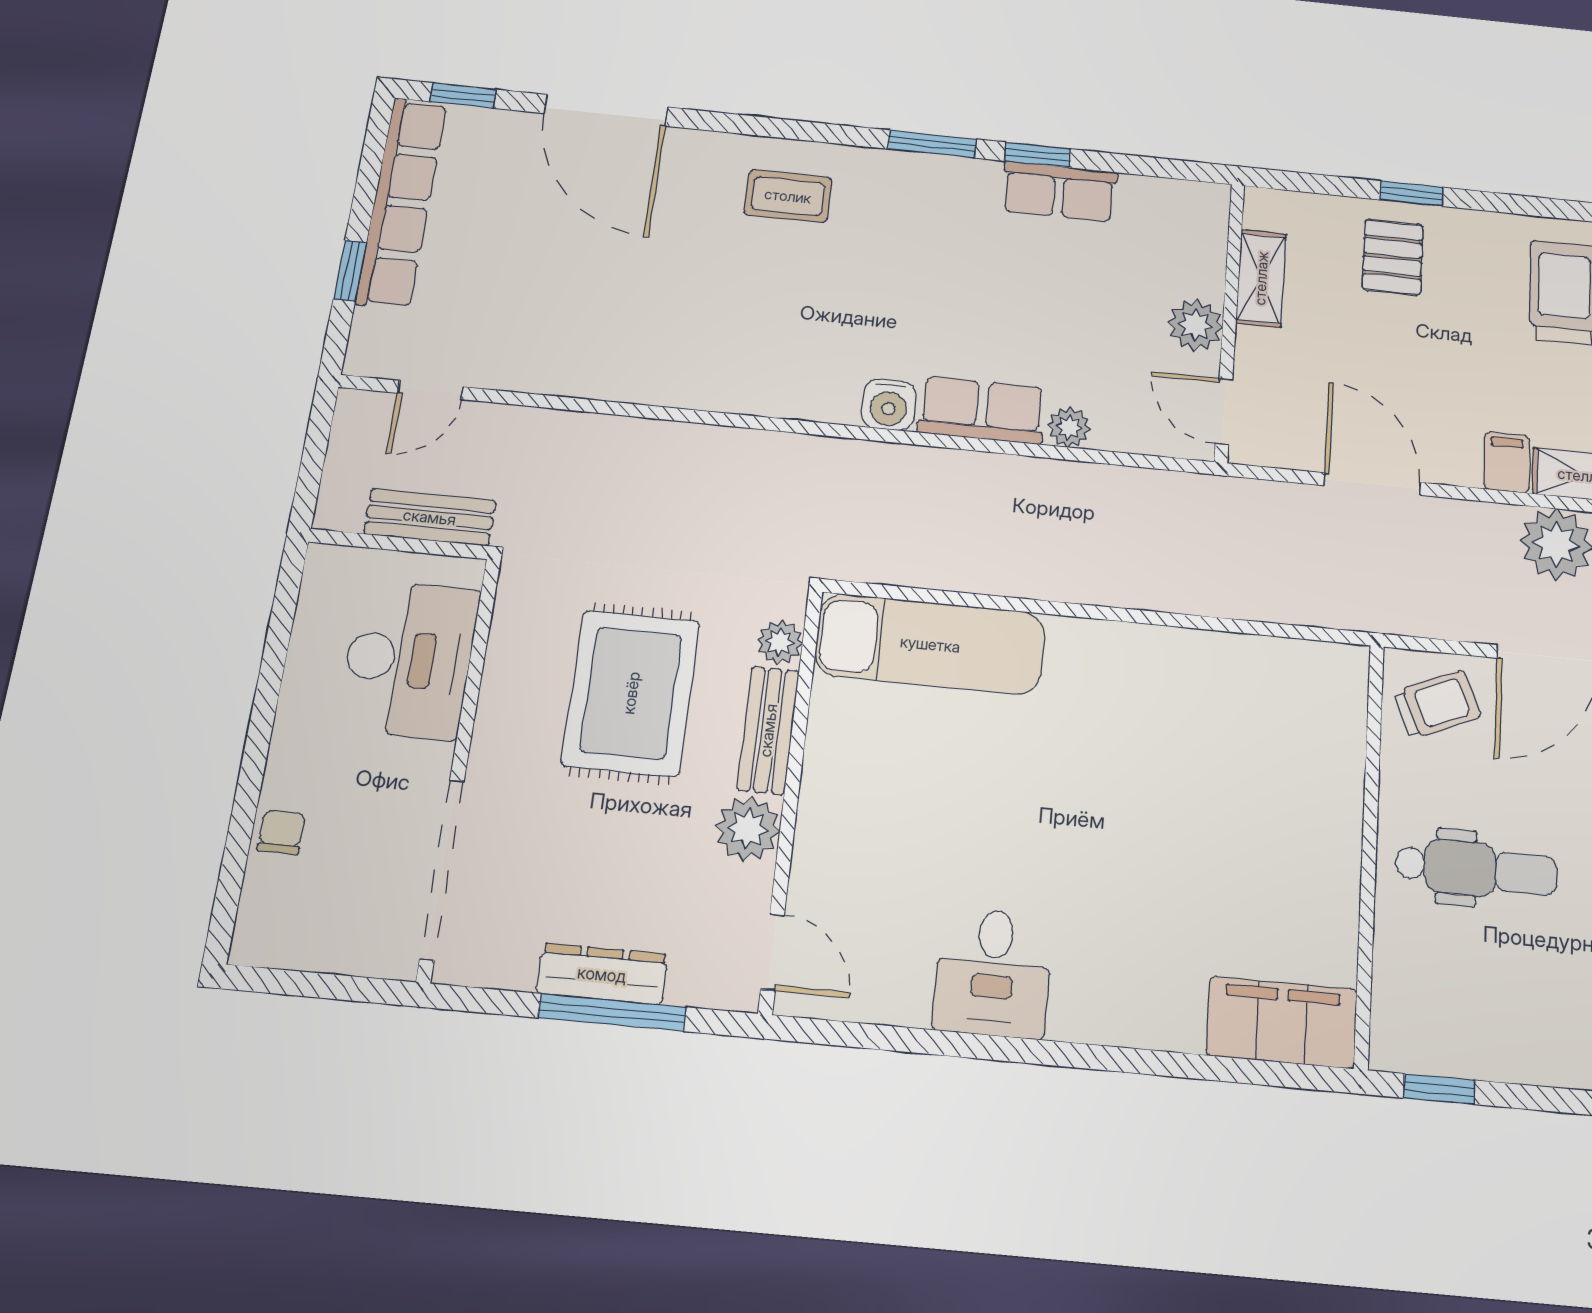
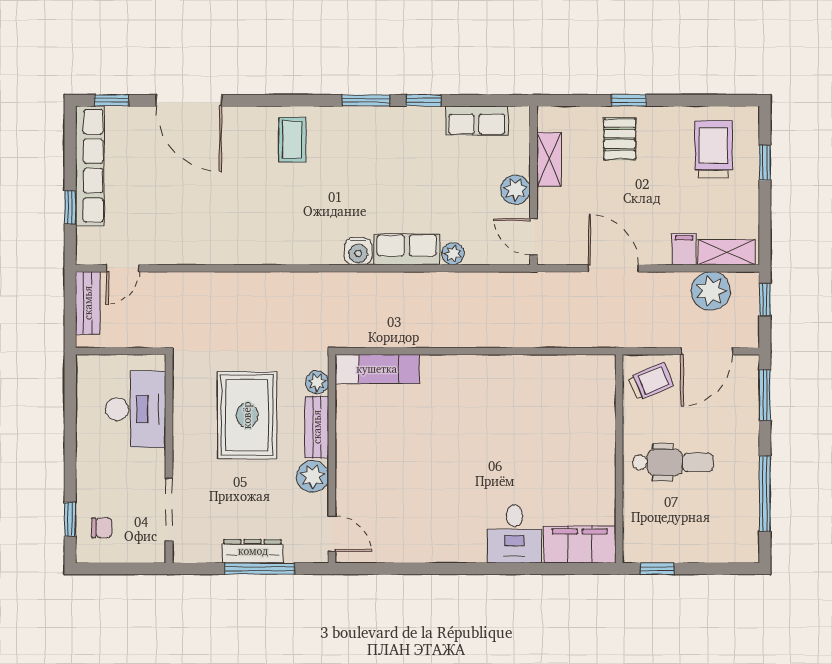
row of seats: (1059, 192) -> (477, 121), moved
coffee table: (788, 196) -> (292, 140), turned 90
bench: (430, 517) -> (88, 303), moved, turned 90
exam couch: (930, 644) -> (377, 369), width x0.73, depth x0.69
chair: (281, 832) -> (102, 528), moved, turned 90
doorway: (442, 869) -> (169, 510), width x0.73
window: (233, 870) -> (70, 519), added
desk: (993, 973) -> (514, 534), moved

